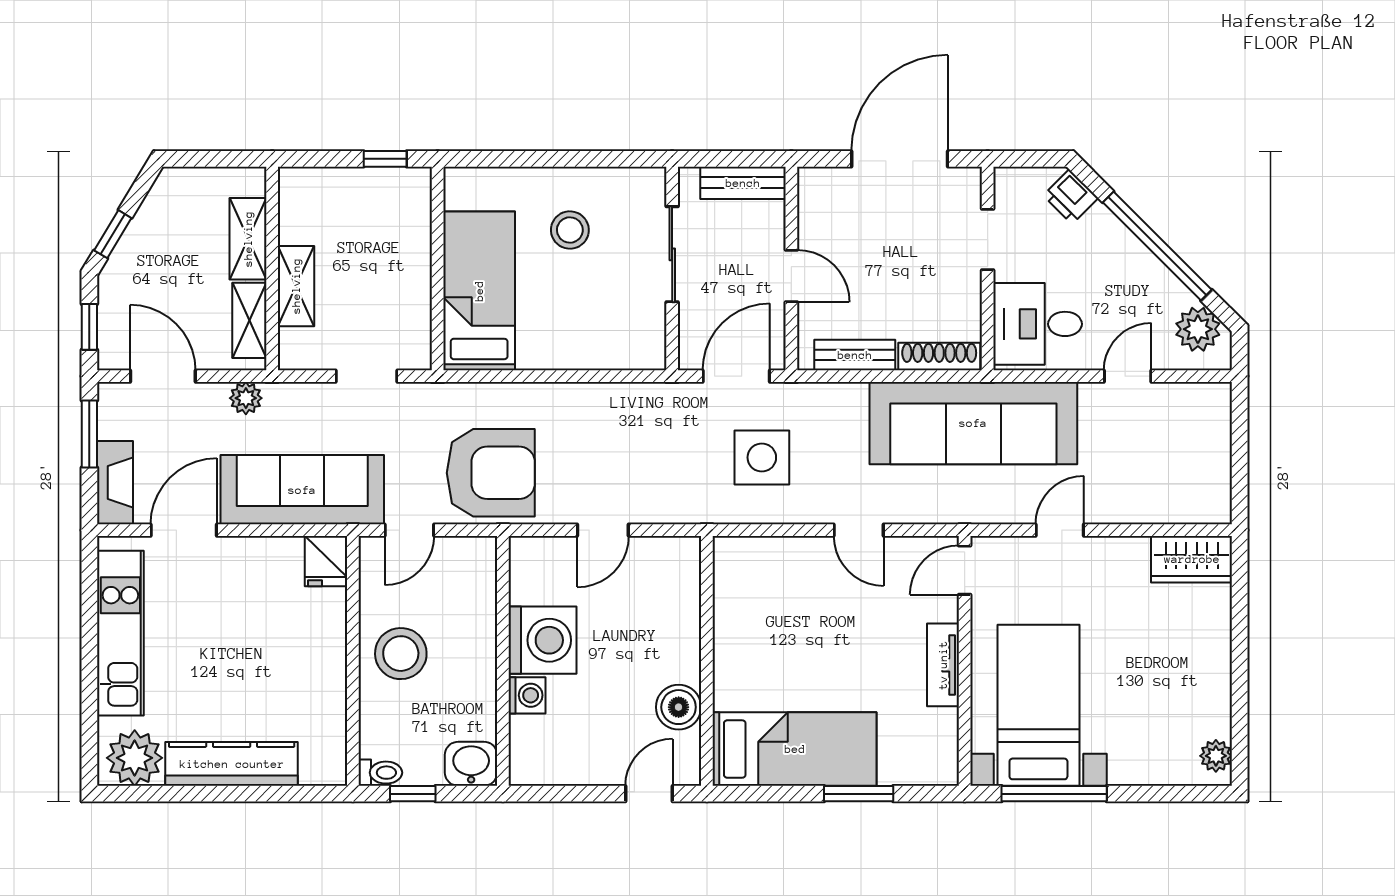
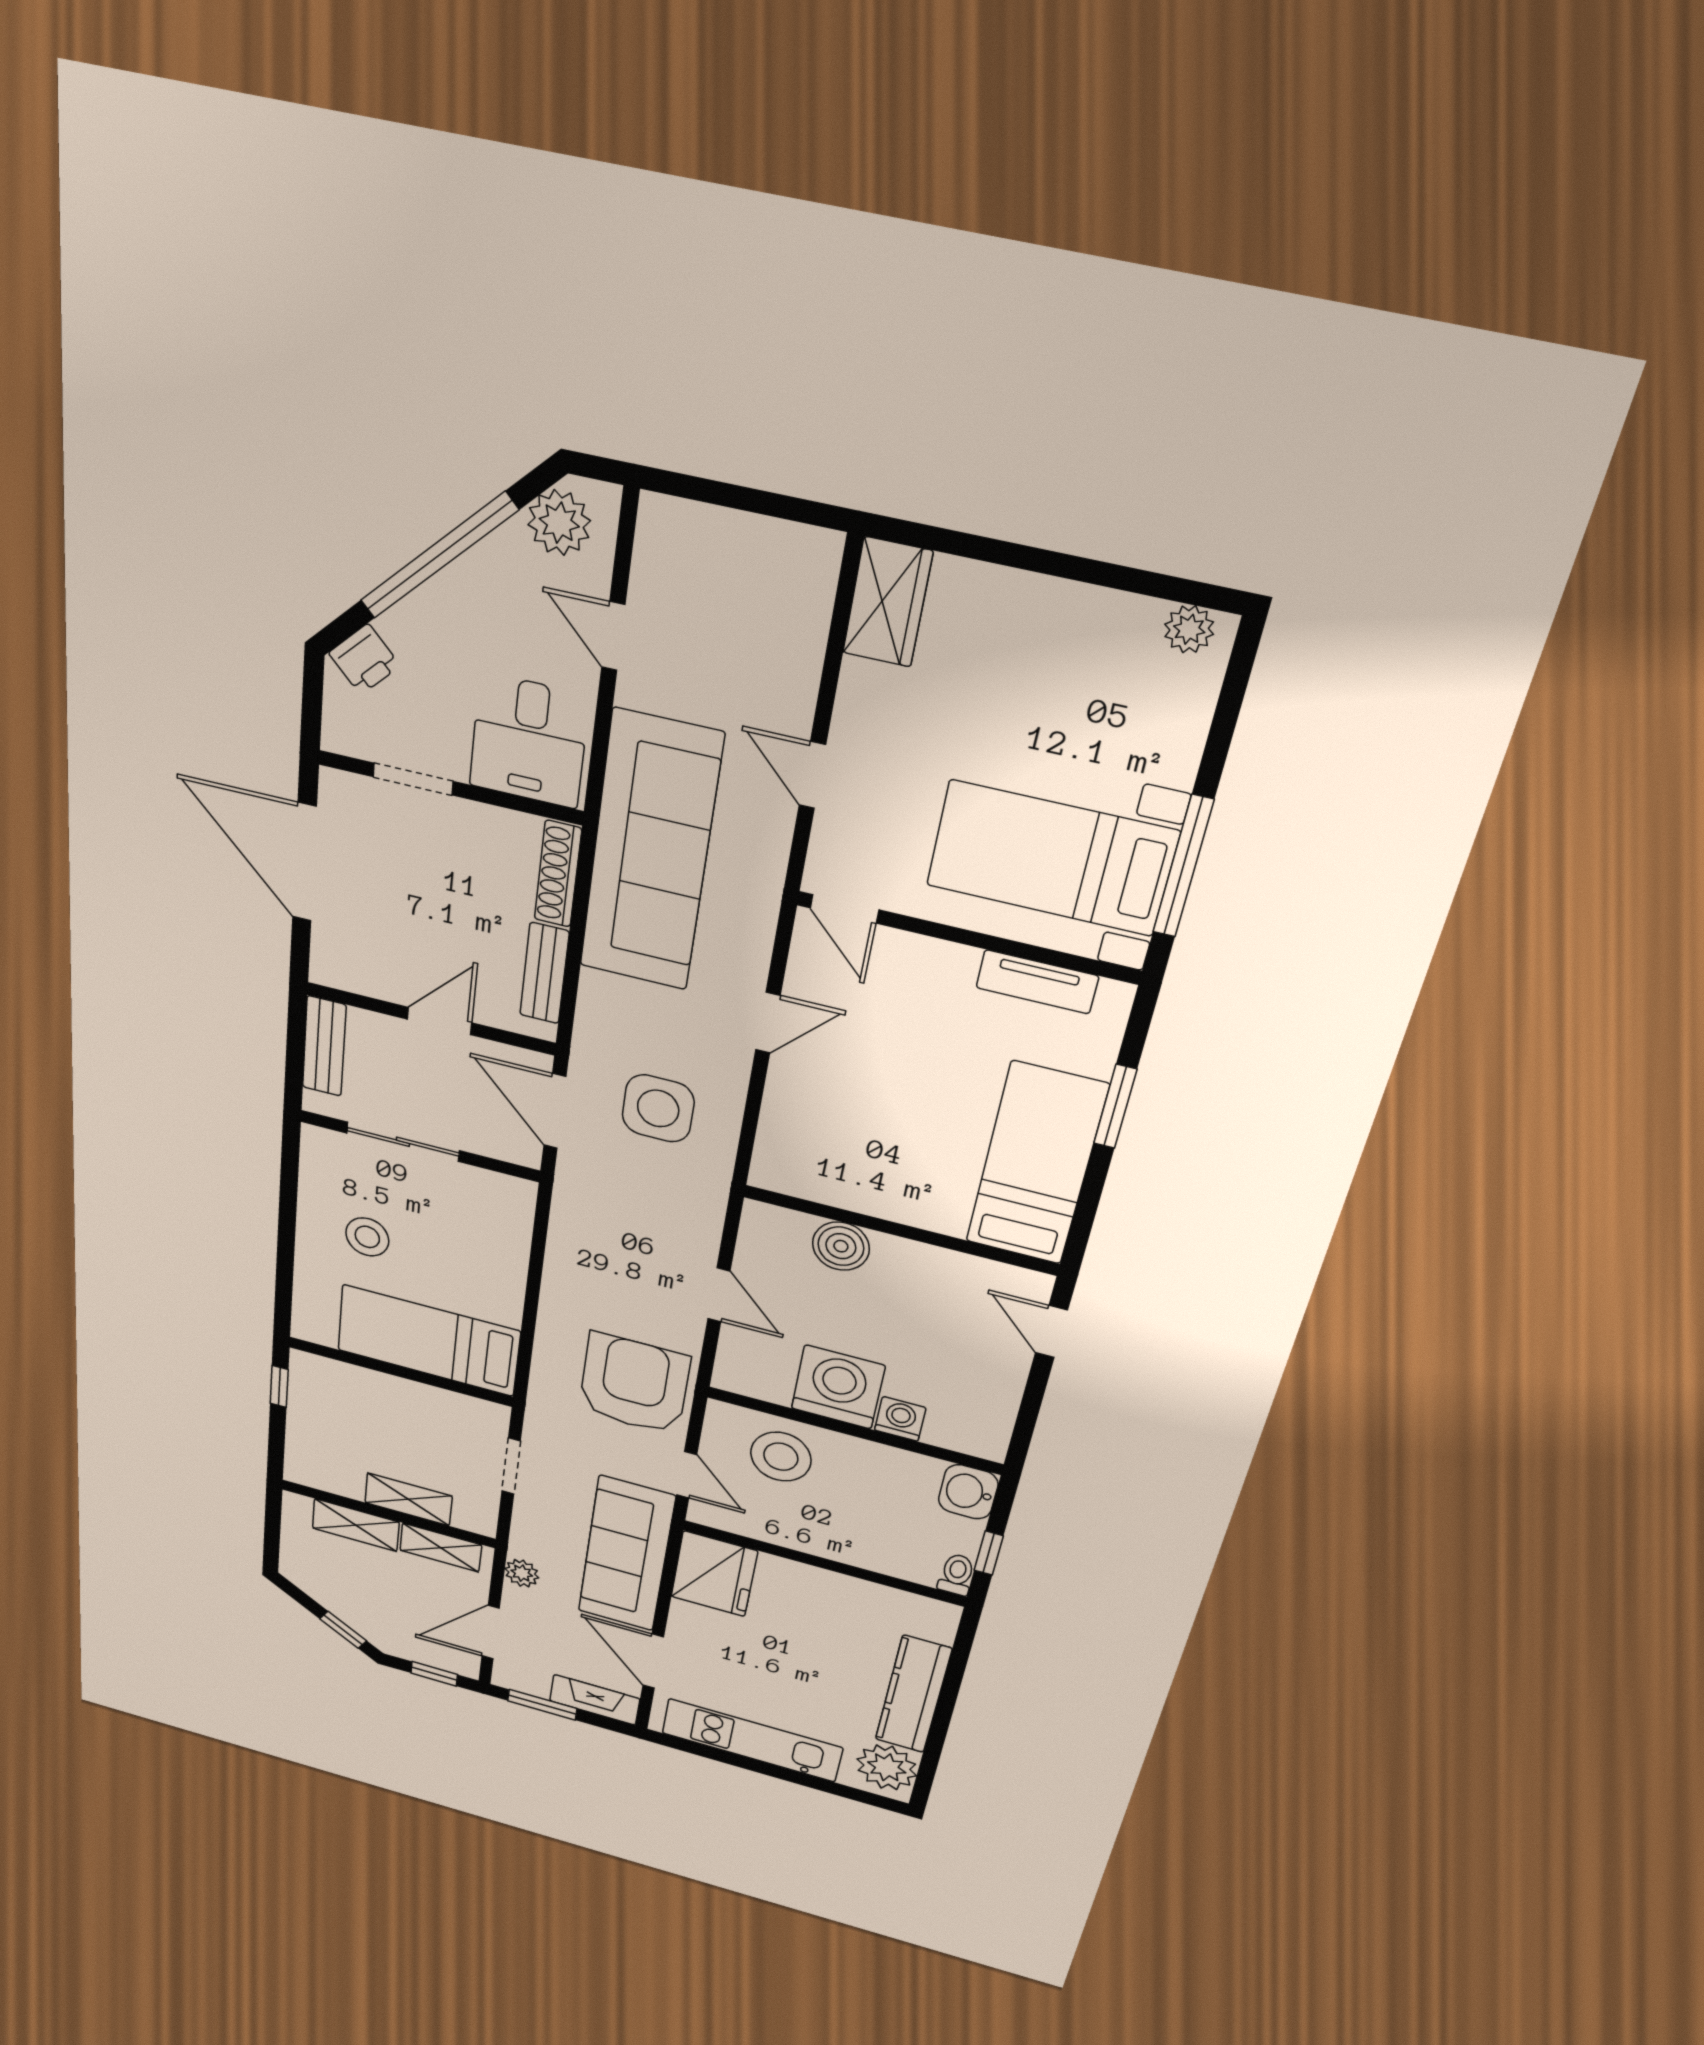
fridge: (326, 561) -> (714, 1574), width x1.88, depth x1.34
stool: (401, 654) -> (781, 1457), moved
tv unit: (943, 665) -> (1037, 982), moved
boiler: (679, 707) -> (841, 1246), moved

